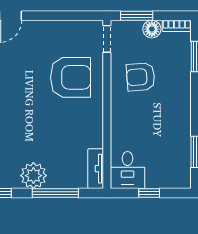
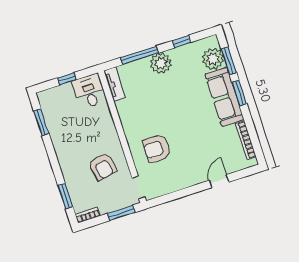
floor lamp: (152, 29) -> (106, 206), removed
armchair: (71, 77) -> (157, 149), width x0.73, depth x0.73
armchair: (141, 77) -> (103, 167), turned 83

